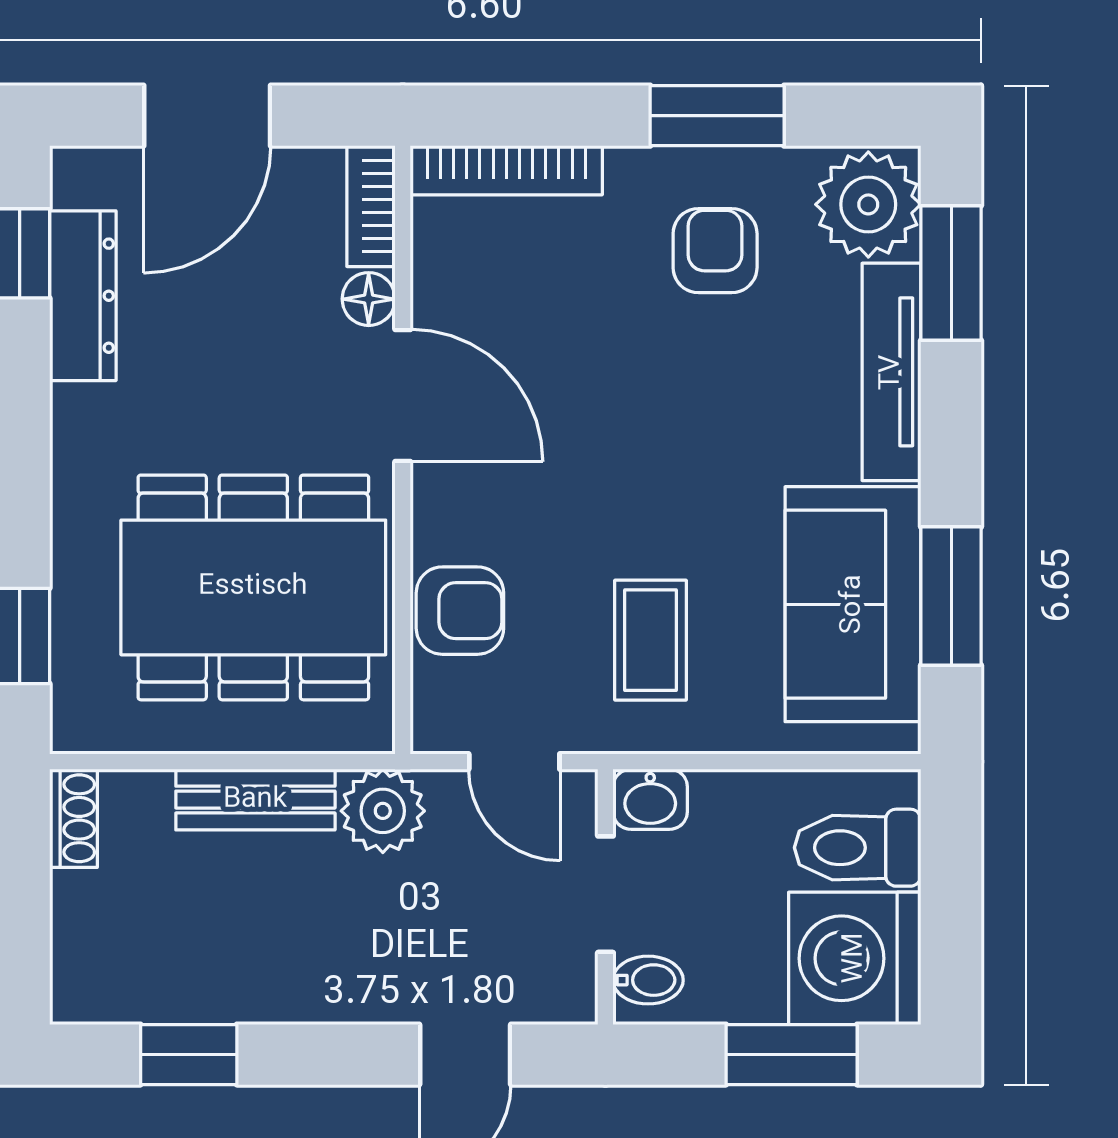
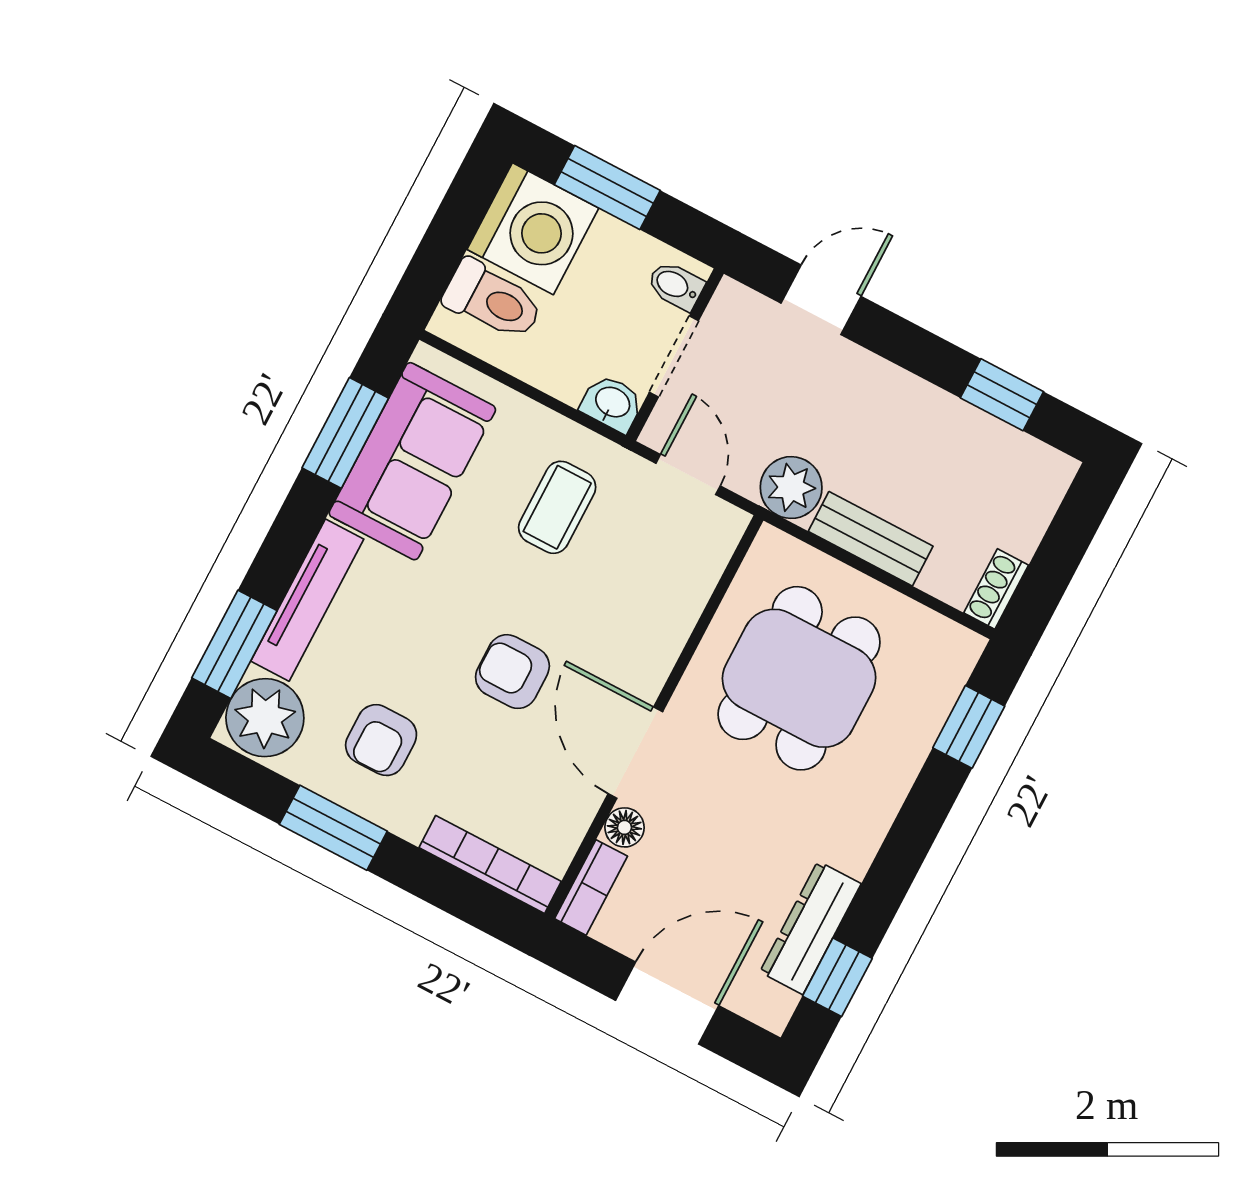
dining table: (253, 587) -> (799, 678), width x0.73
armchair: (460, 611) -> (512, 672), moved

